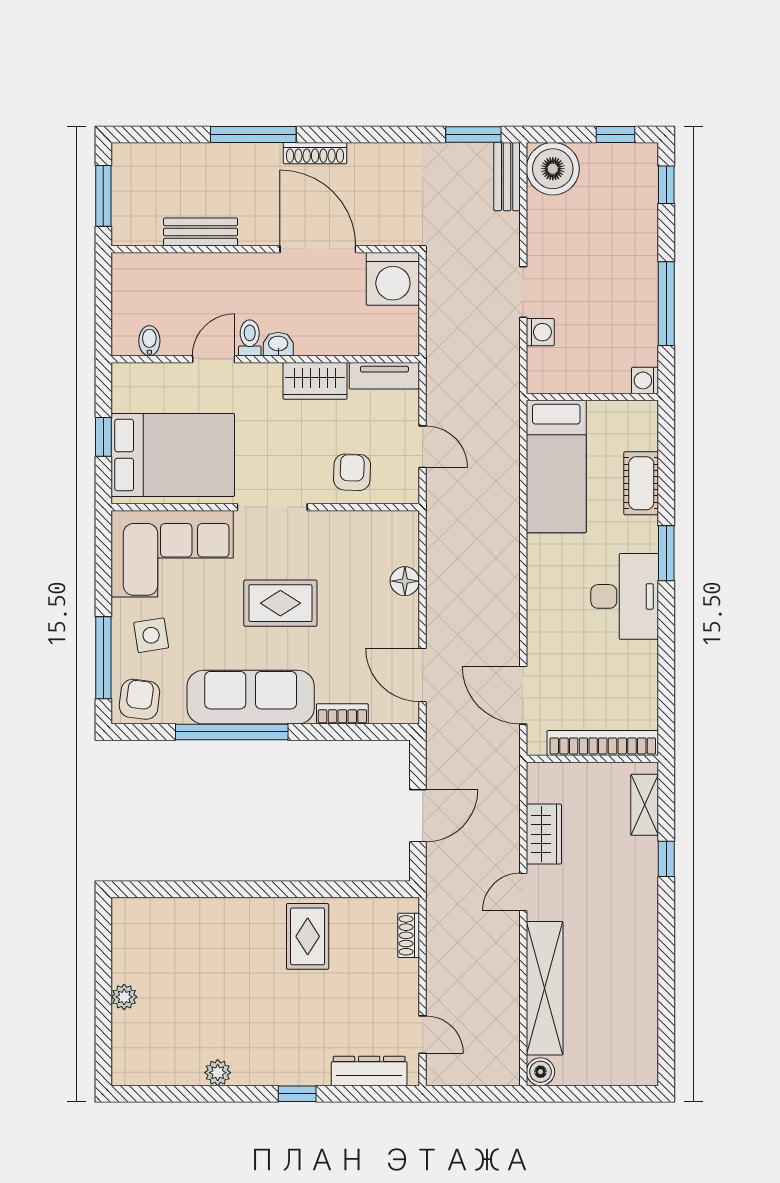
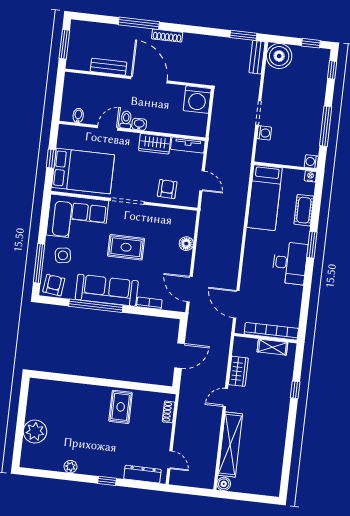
door: (318, 249) -> (149, 80), moved
nightstand: (647, 411) -> (310, 176), added
shelving: (645, 805) -> (272, 347), moved, turned 90
plant: (124, 997) -> (35, 432), width x1.88, depth x1.88

